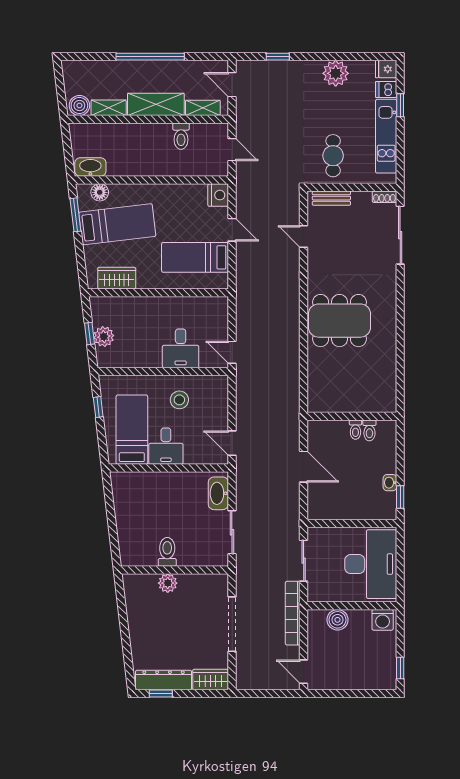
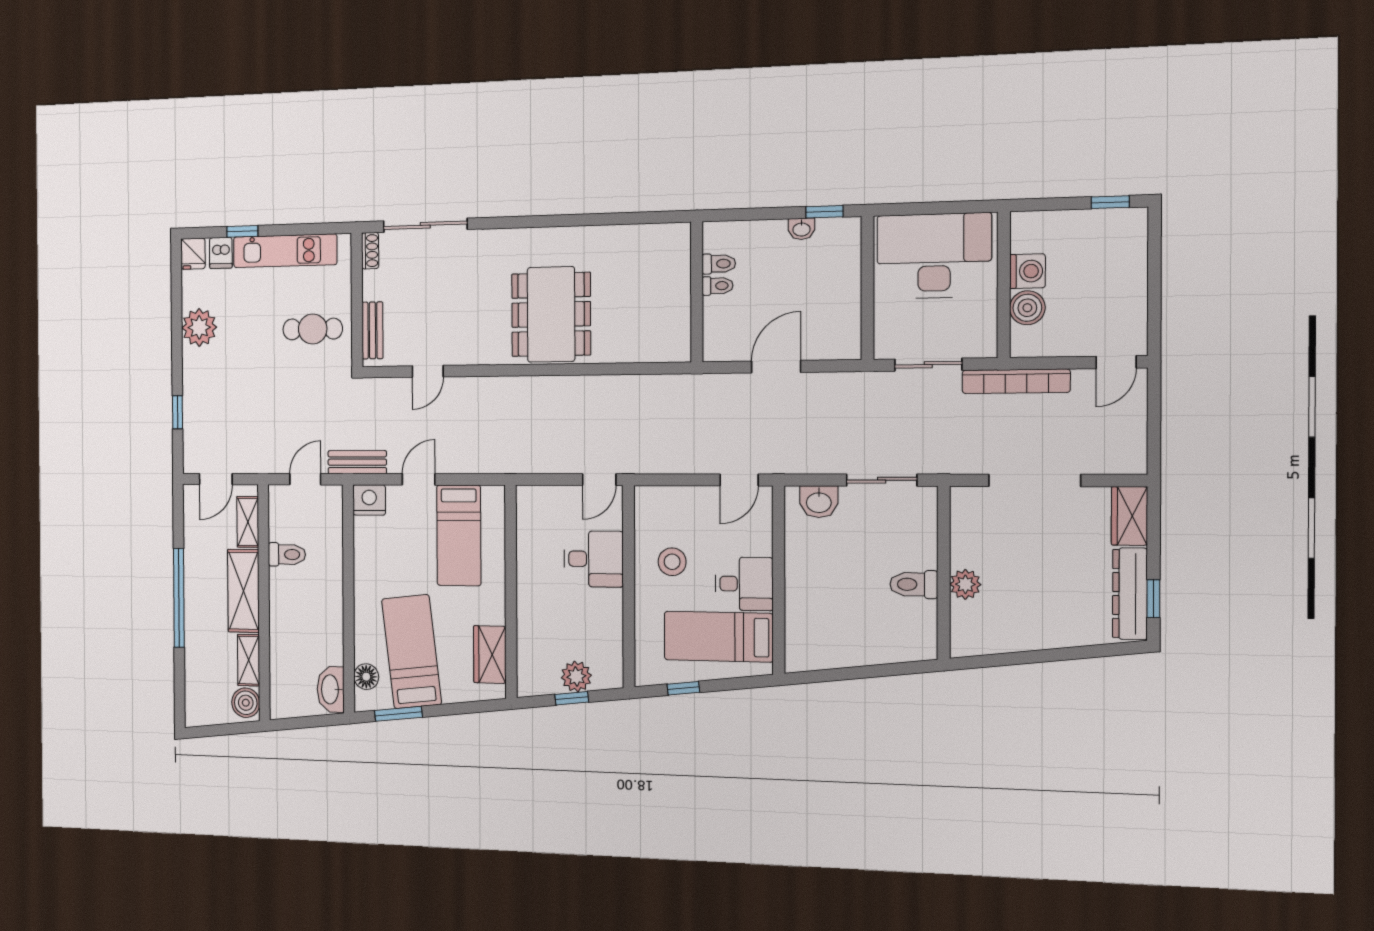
bench: (243, 187) -> (357, 462), added
washbasin: (218, 493) -> (819, 502), width x0.72
washing machine: (383, 620) -> (1027, 271), moved

